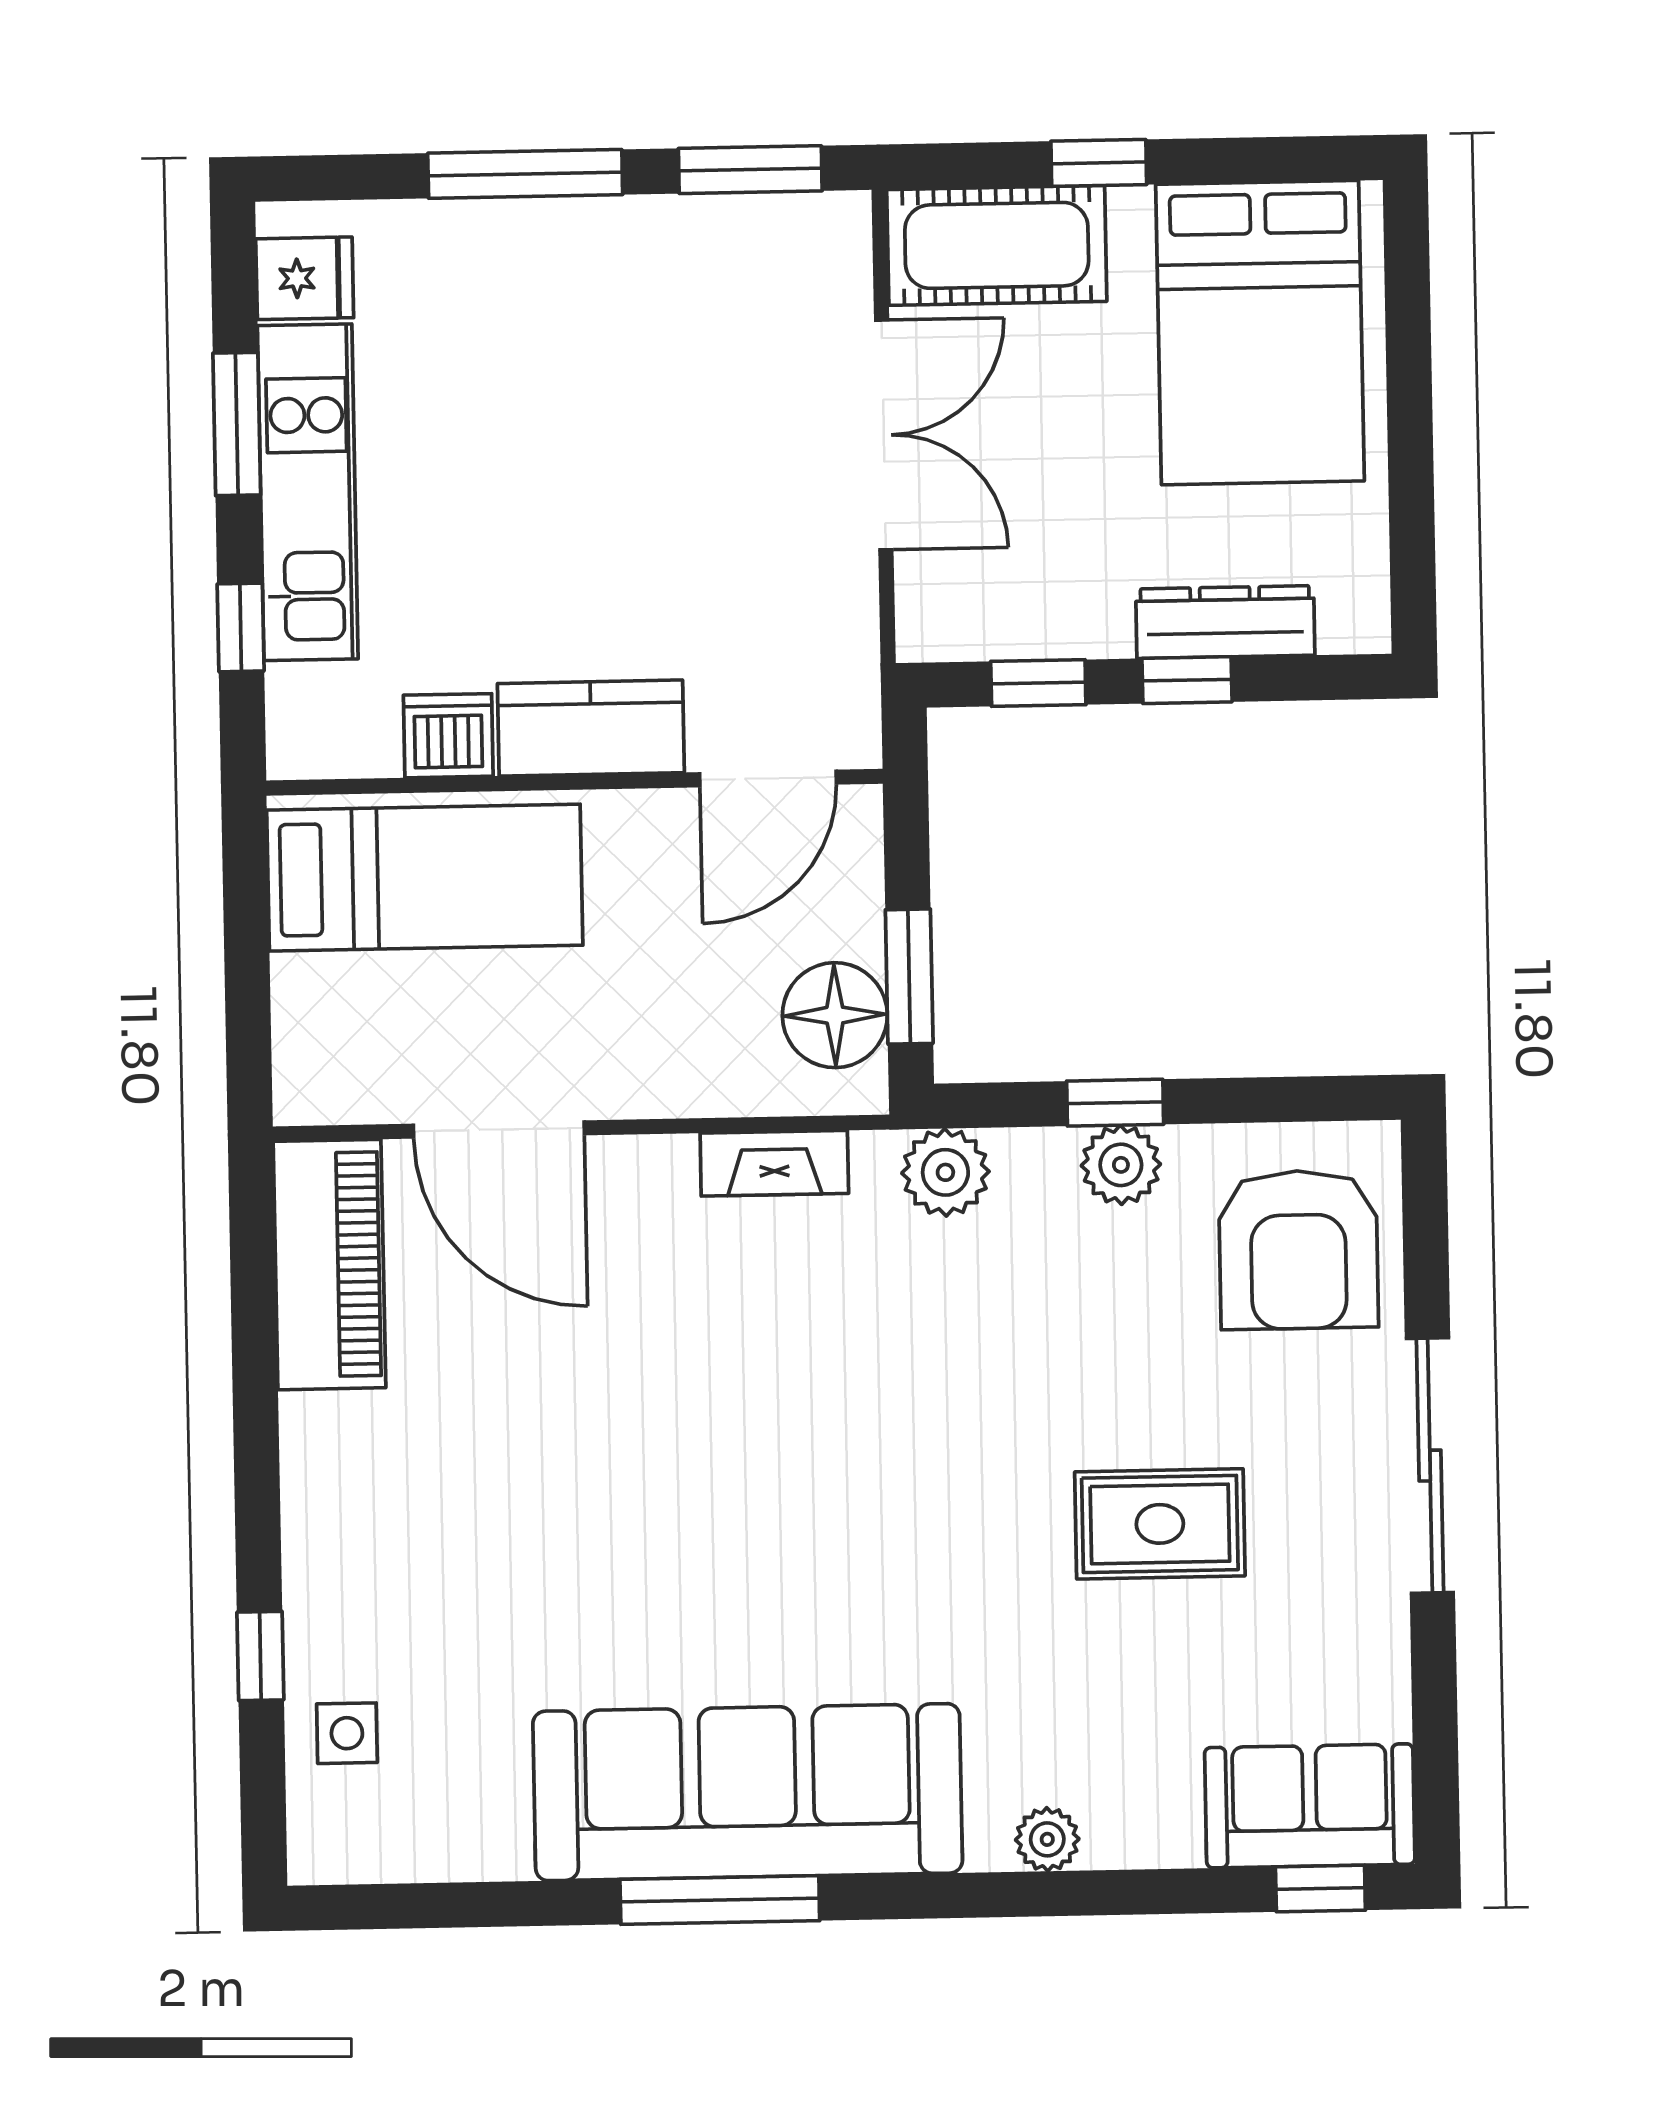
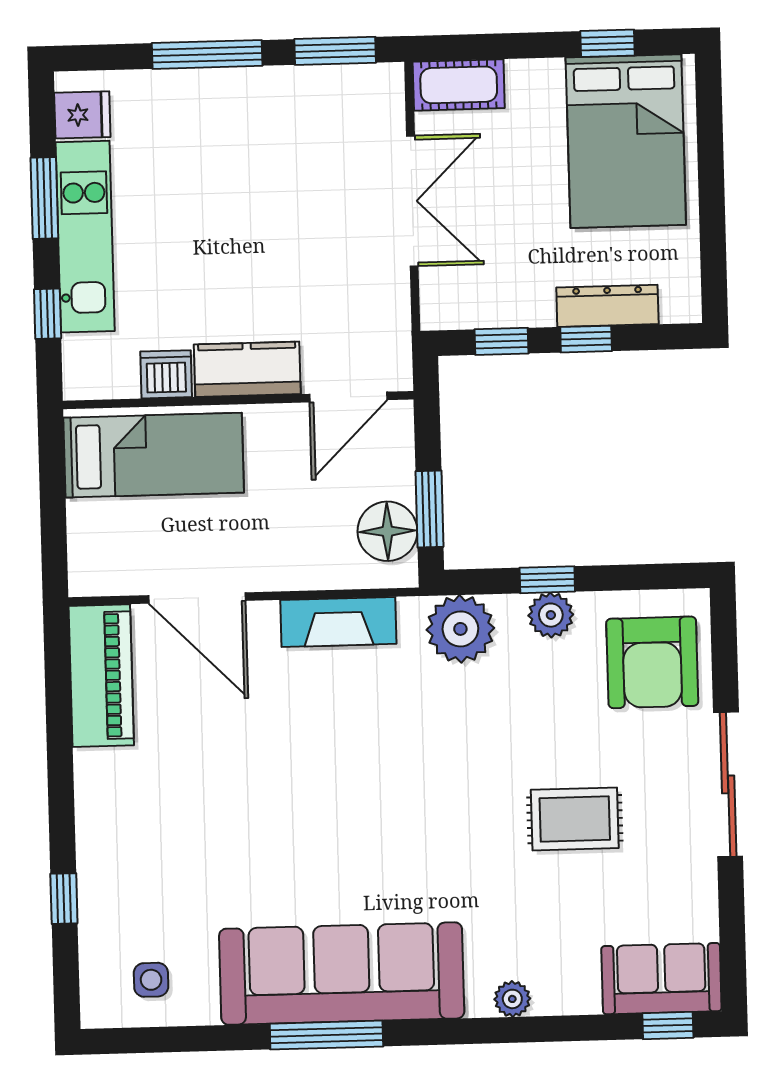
window: (1099, 163) -> (608, 43), moved
cot: (997, 245) -> (459, 85), width x0.73, depth x0.75
fireplace: (774, 1163) -> (338, 622), width x1.37, depth x1.32
plant: (945, 1172) -> (460, 629), width x1.36, depth x1.36
side table: (347, 1733) -> (151, 980), moved

